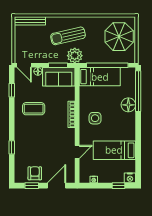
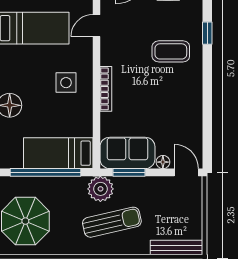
window: (12, 90) -> (207, 130), removed
coffee table: (34, 109) -> (171, 51), moved

